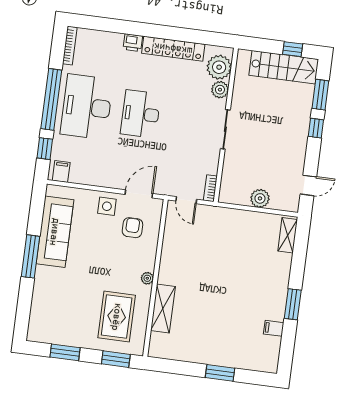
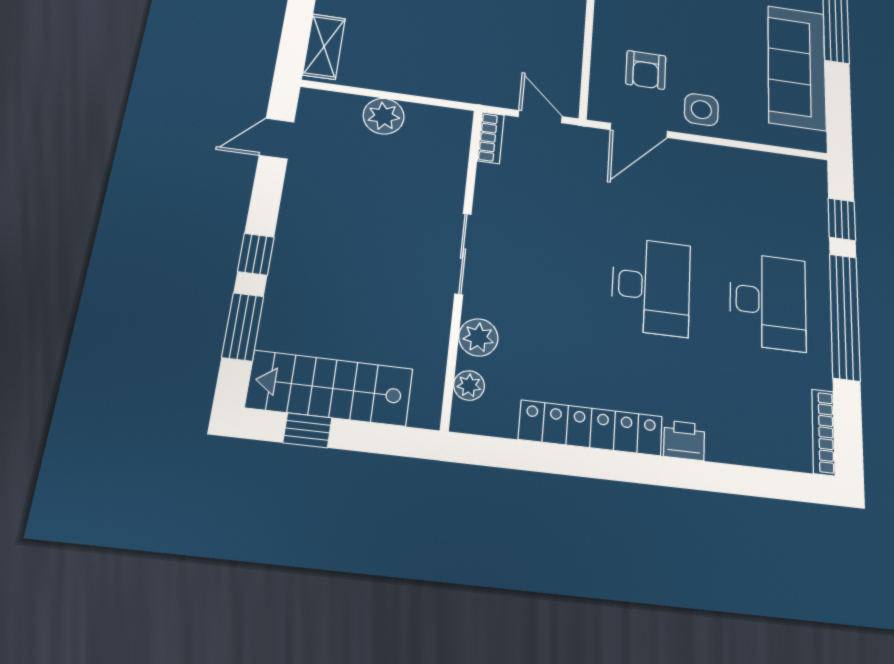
plant: (219, 67) -> (469, 385), width x0.53, depth x0.53
desk: (87, 107) -> (768, 301), width x0.73, depth x0.77
filing cabinet: (61, 171) -> (802, 175), removed

